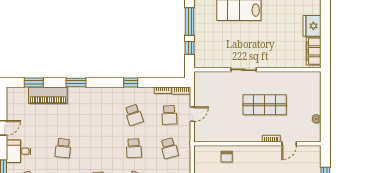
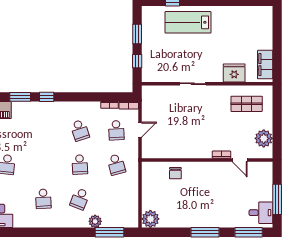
window: (190, 21) -> (137, 34), width x0.69
fridge: (312, 26) -> (234, 73), moved, turned 90
window: (131, 82) -> (47, 97), moved
shop shelf: (265, 105) -> (247, 104), moved, width x0.70, depth x0.74
plant: (316, 119) -> (264, 138), width x1.88, depth x1.88
door: (289, 144) -> (240, 160), hinge flipped

